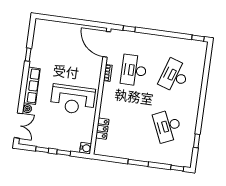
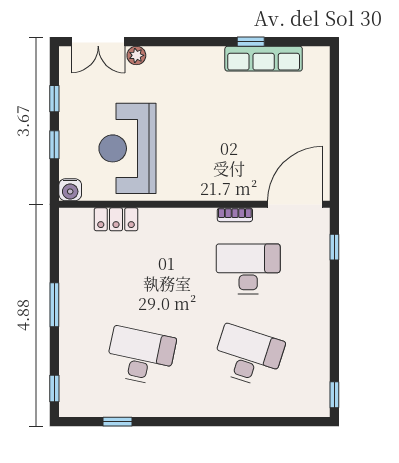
row of seats: (32, 86) -> (264, 59), moved
reception desk: (73, 100) -> (127, 148), moved
desk: (168, 126) -> (141, 356), turned 36

